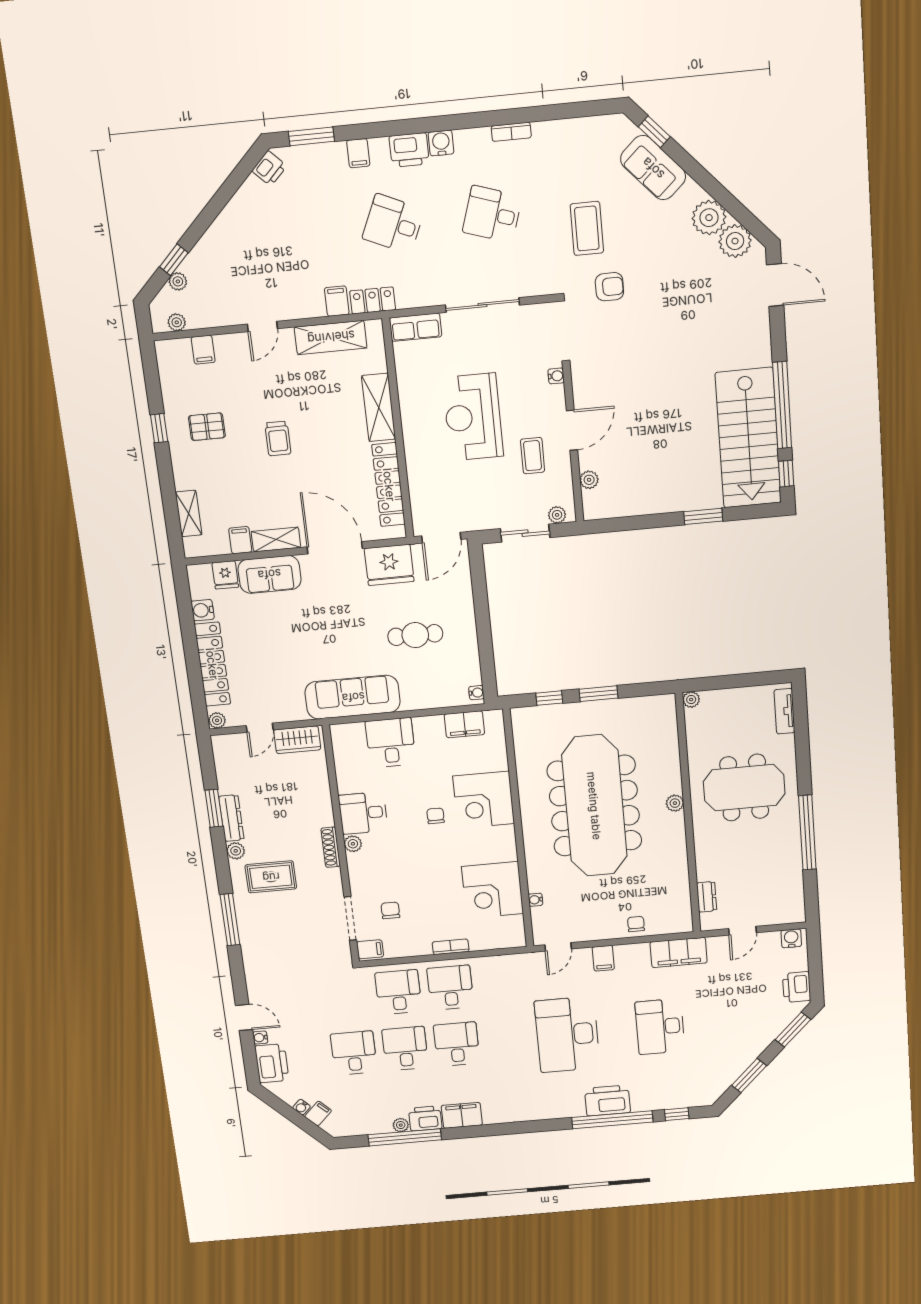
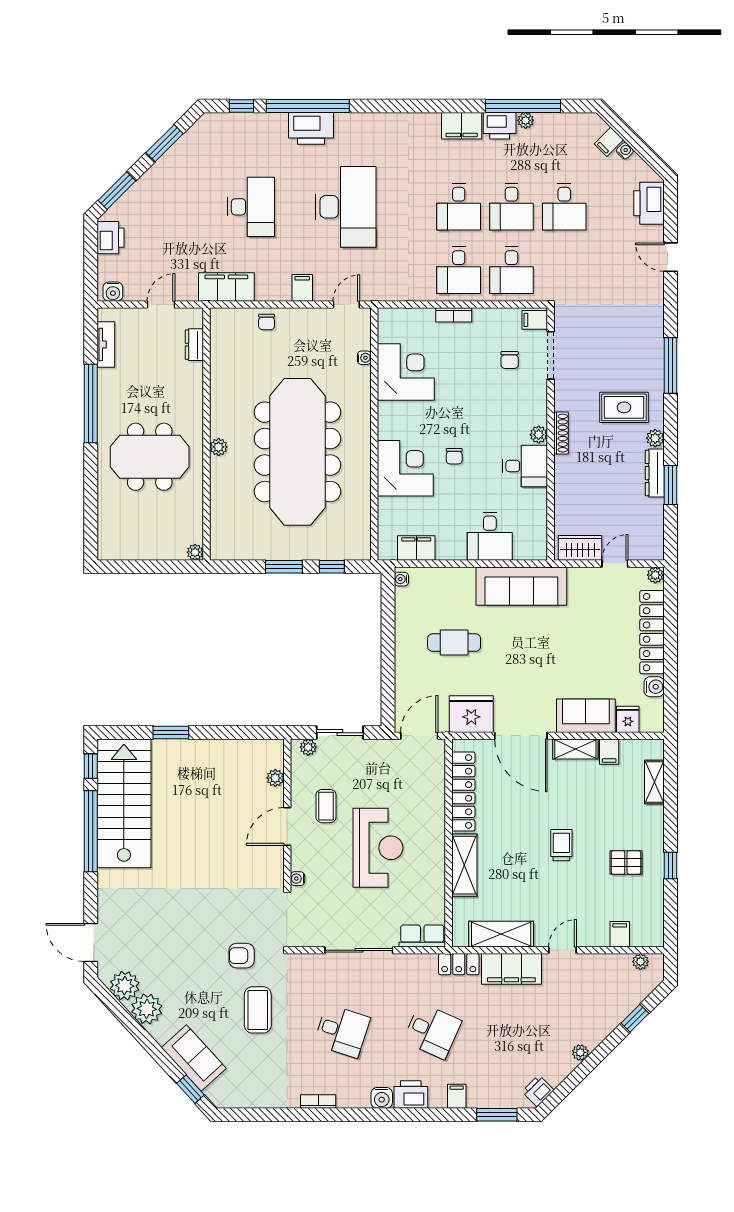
plant: (178, 281) -> (580, 1052), moved
filing cabinet: (337, 301) -> (511, 969), width x3.00, depth x1.17
tv unit: (784, 711) -> (106, 344), moved
water cooler: (260, 1038) -> (657, 233), removed

